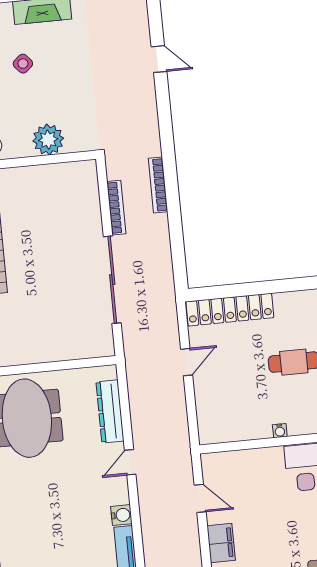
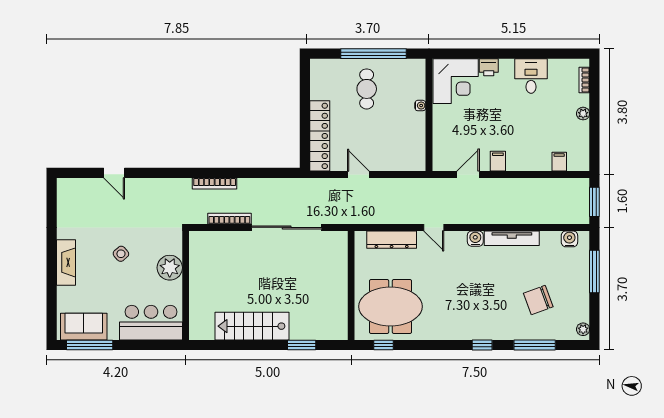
door: (159, 59) -> (114, 173), swing flipped
side table: (23, 64) -> (121, 254), moved
filing cabinet: (221, 543) -> (498, 161), width x0.50

